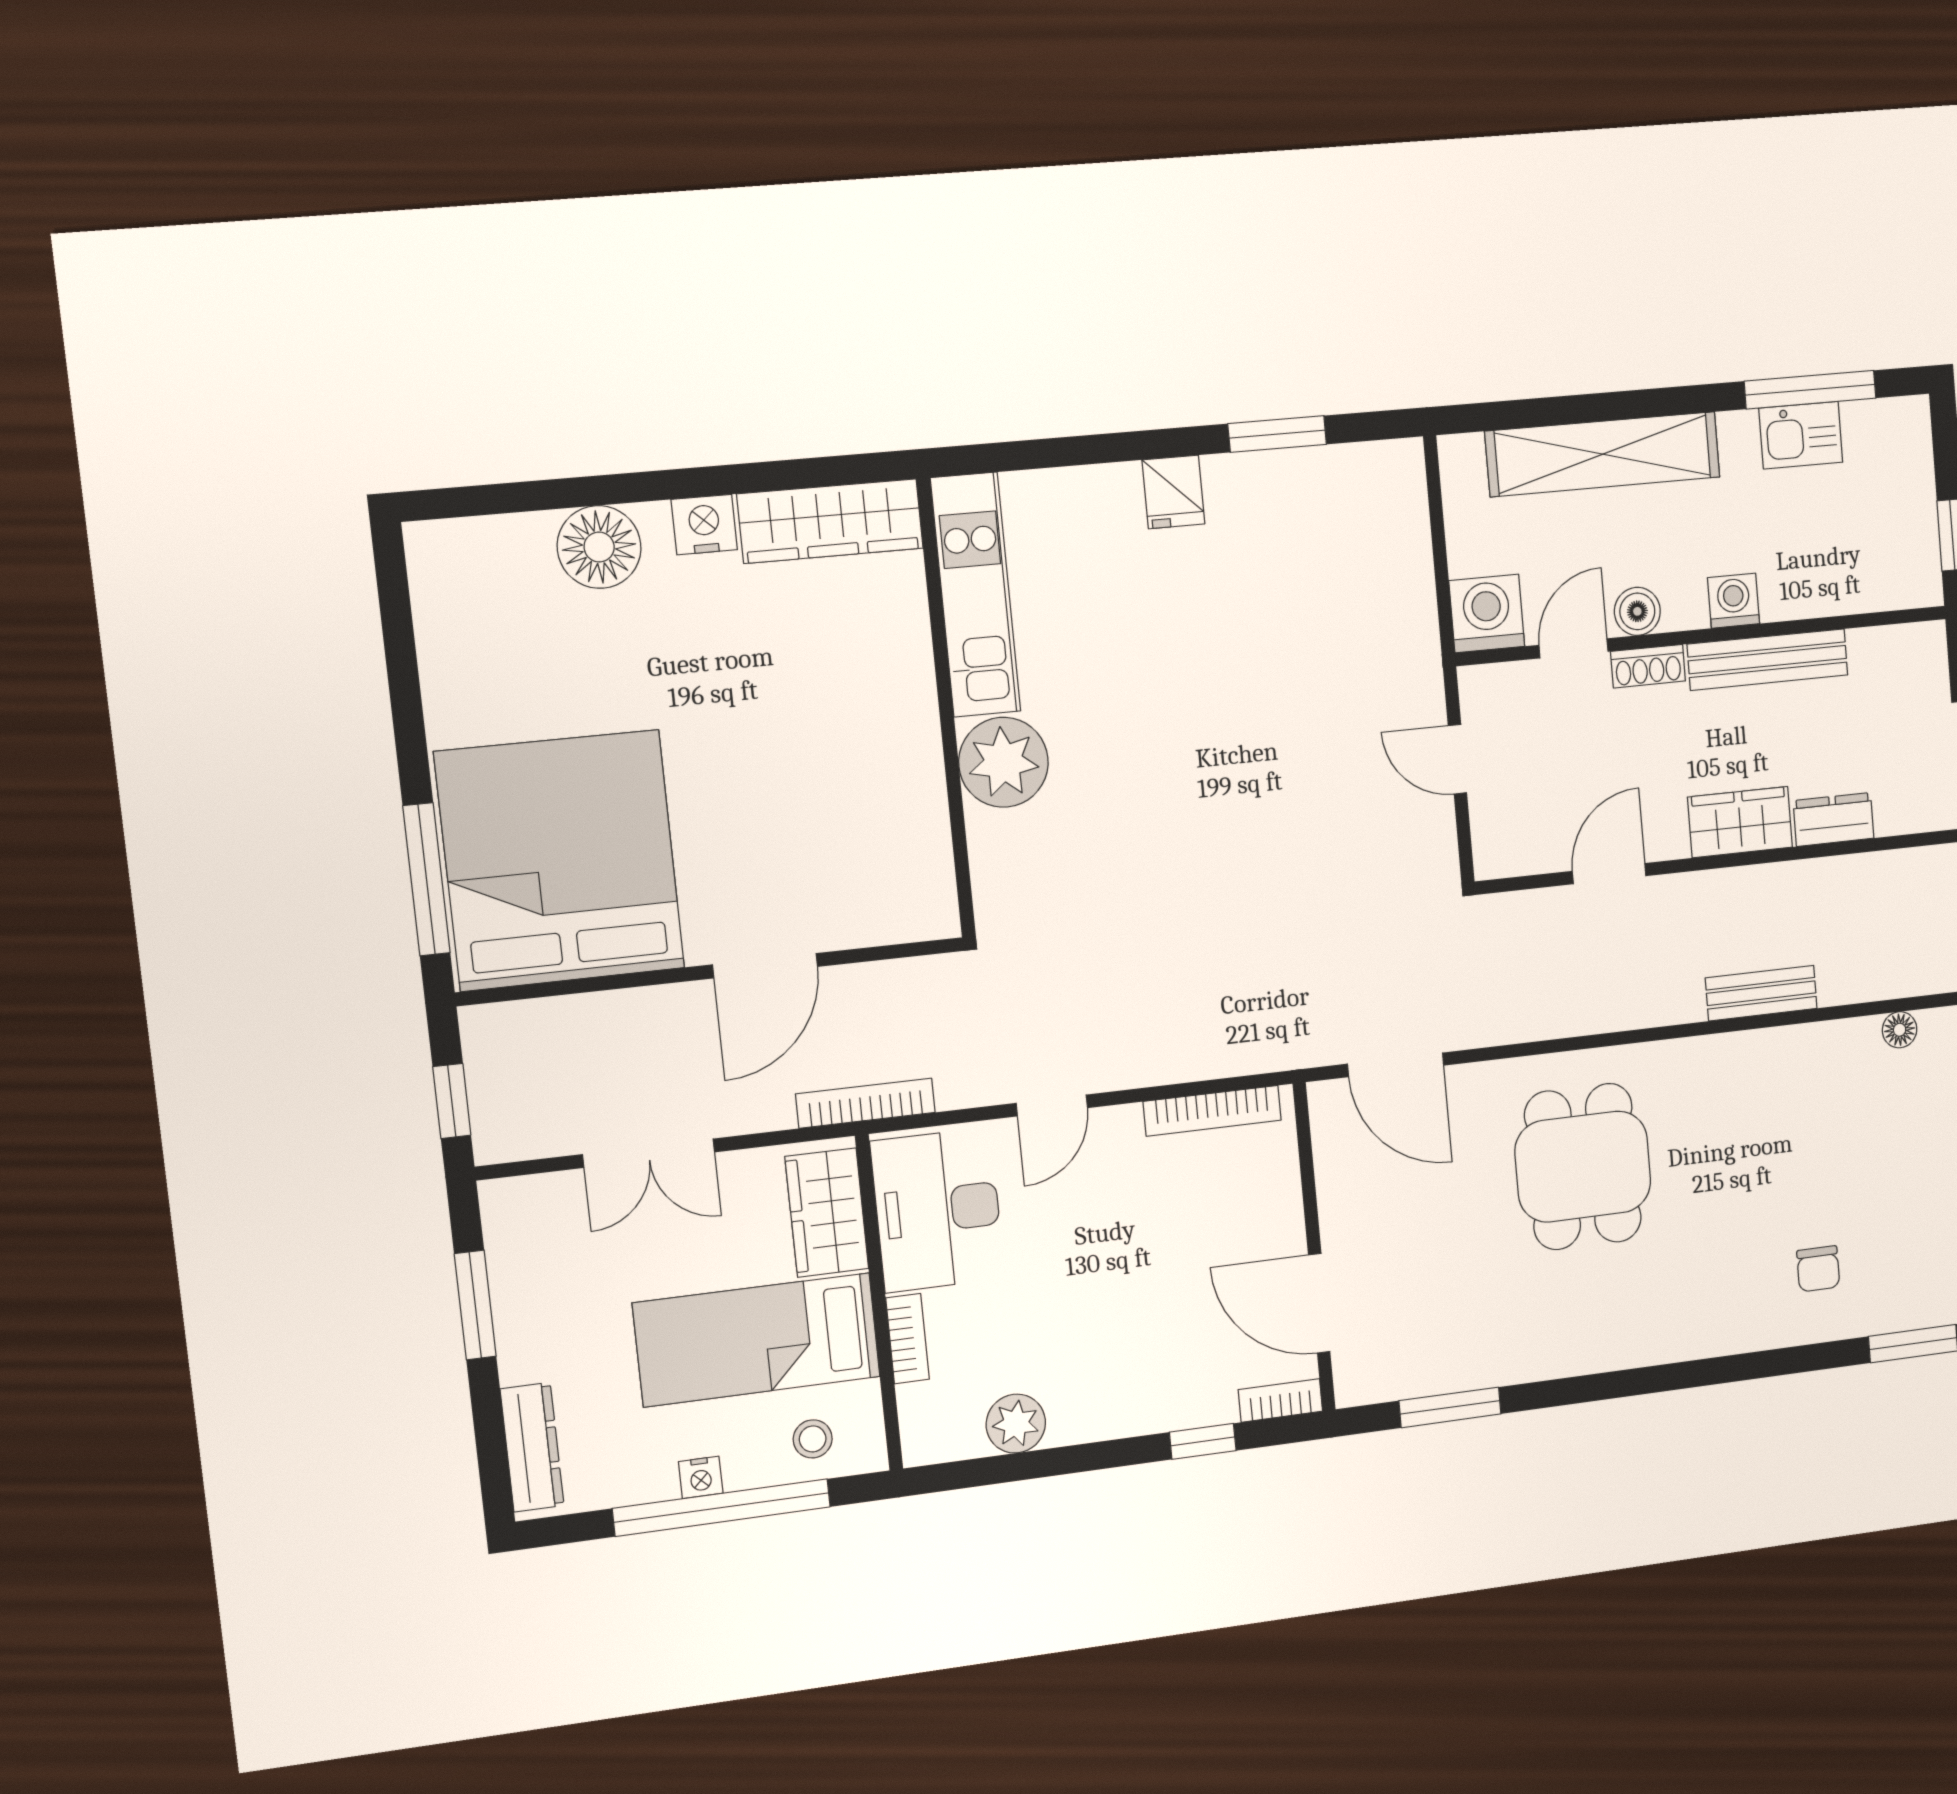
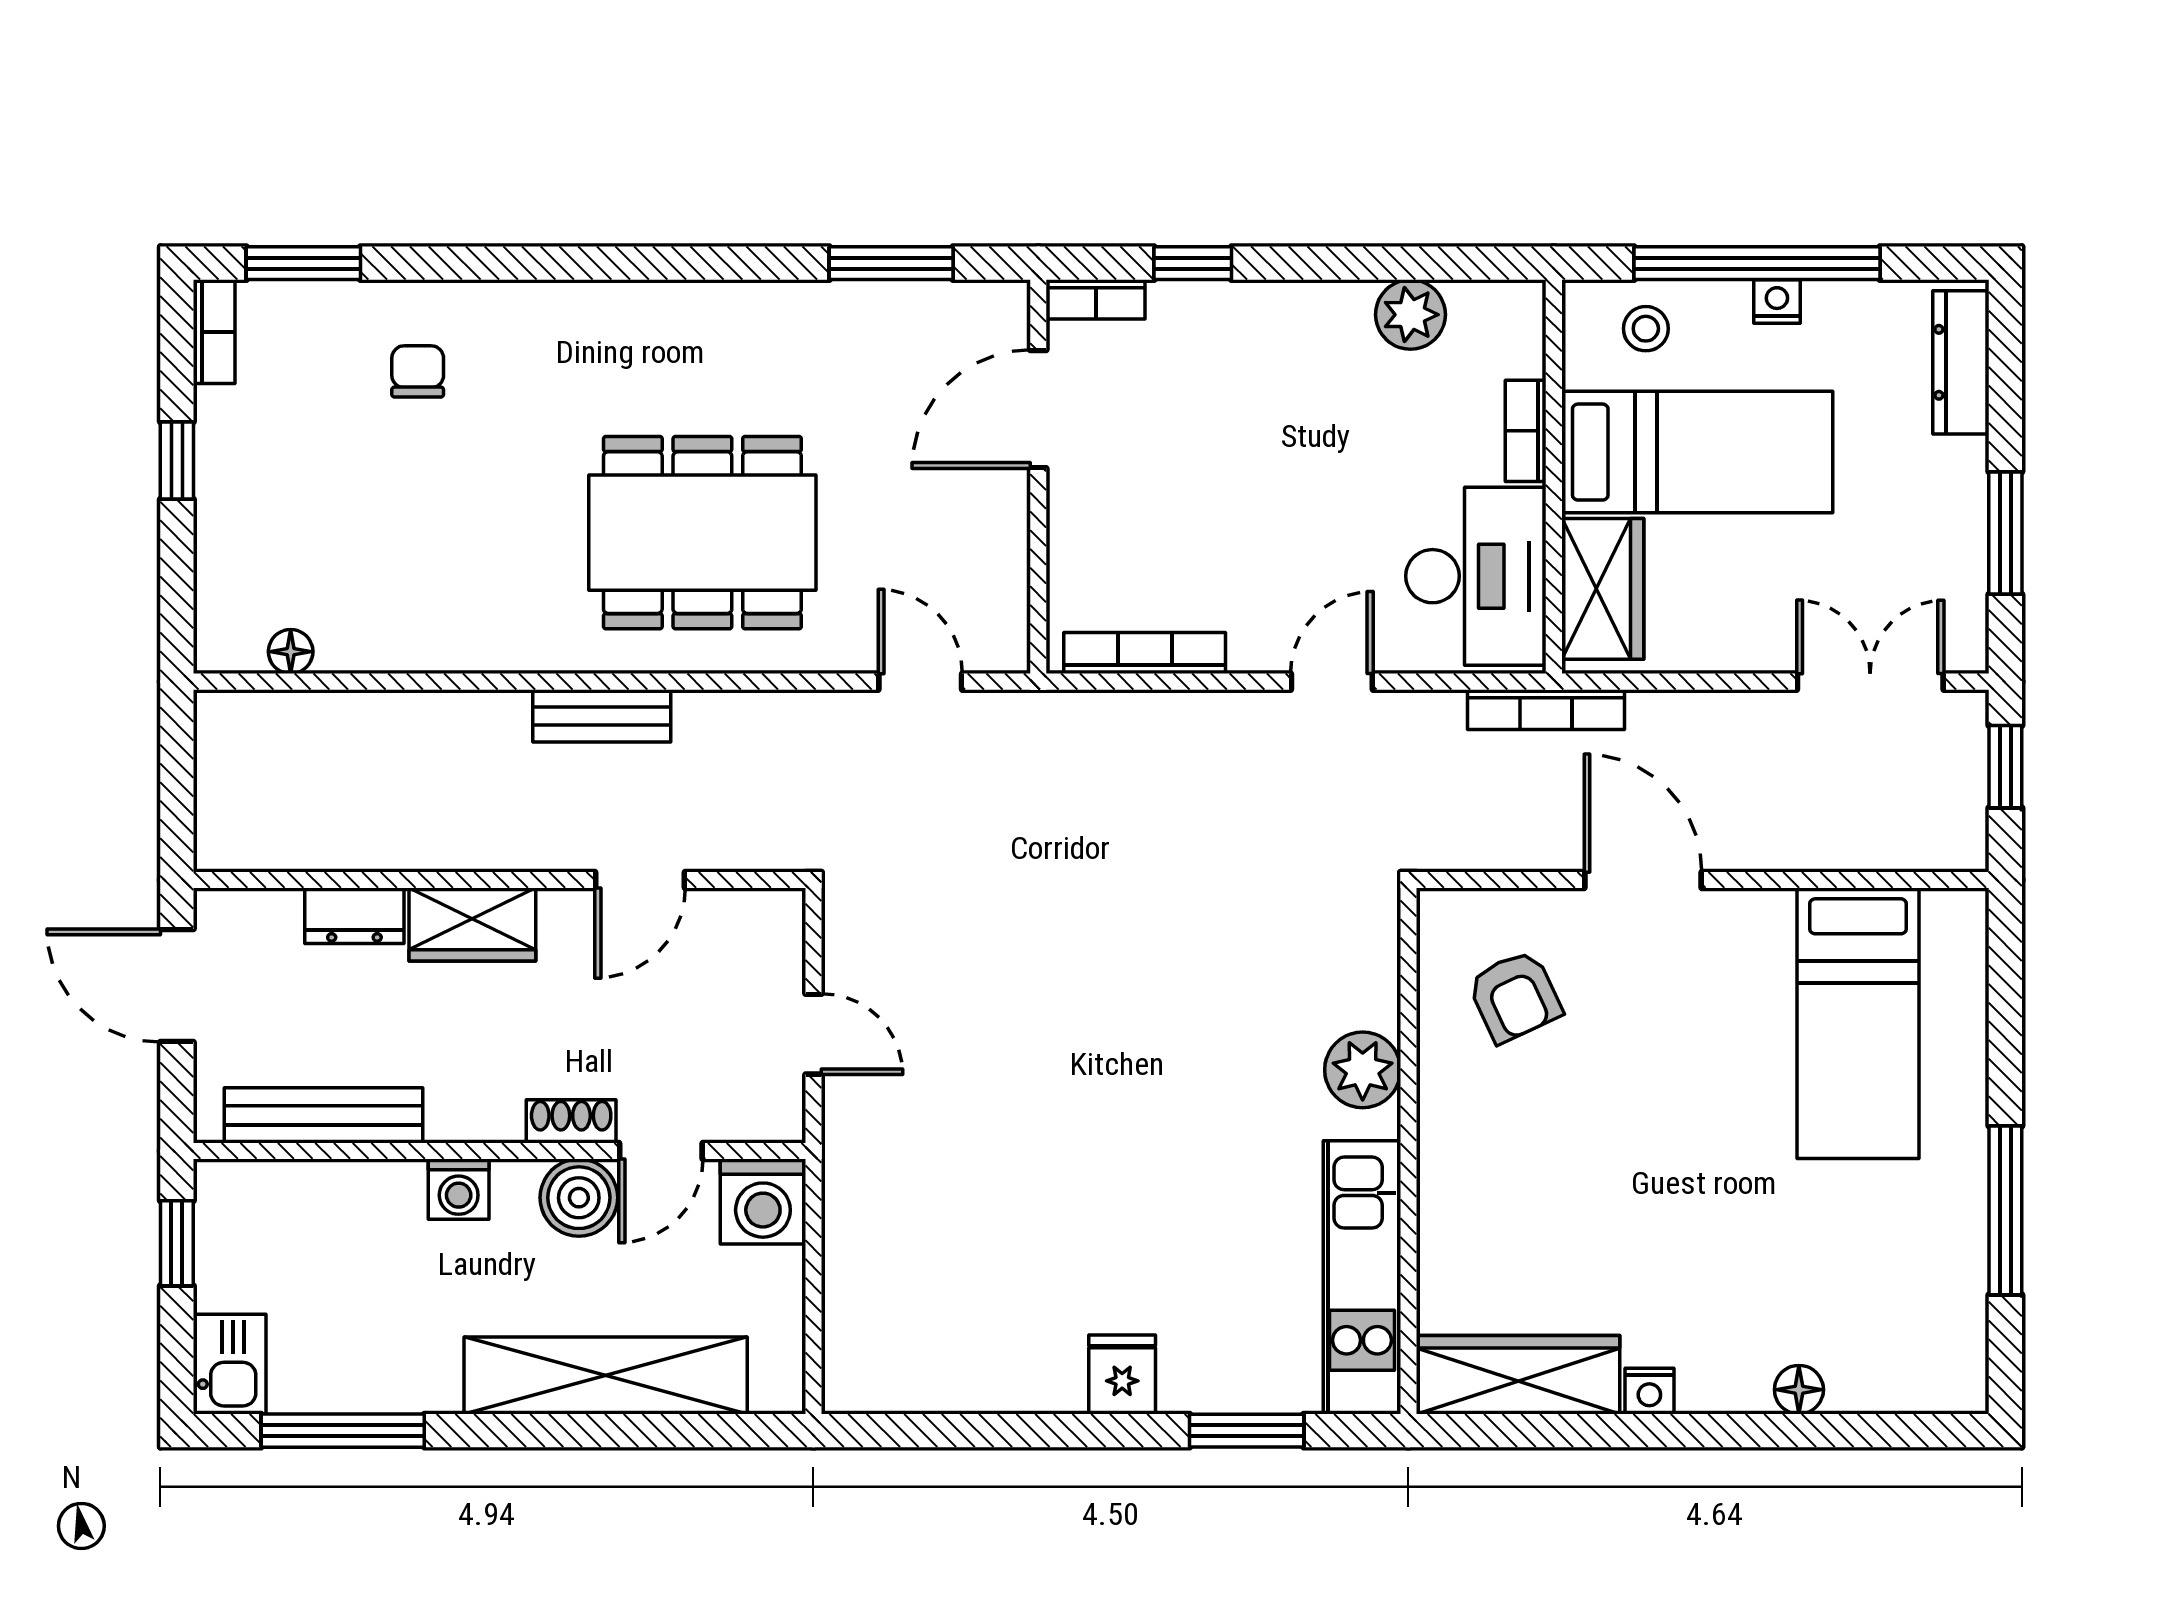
window: (1277, 434) -> (1247, 1431), moved
kitchen sink: (1801, 435) -> (230, 1364), moved, turned 90
nightstand: (704, 525) -> (1649, 1391), width x0.72, depth x0.74
floor lamp: (599, 547) -> (1799, 1390), width x0.53, depth x0.53
boiler: (1637, 611) -> (579, 1198), width x1.36, depth x1.36
bench: (1768, 660) -> (324, 1115), moved
plant: (1003, 762) -> (1363, 1070), width x0.73, depth x0.73
armchair: (867, 853) -> (1515, 996), added
bed: (560, 860) -> (1858, 1023), width x0.49
window: (426, 879) -> (2005, 1210), moved
door: (765, 966) -> (1643, 880), hinge flipped
bench: (1761, 993) -> (602, 716), moved
door: (1396, 1065) -> (920, 682), width x0.73
double door: (649, 1153) -> (1870, 682), moved
dining table: (1583, 1167) -> (702, 533), width x1.38
door: (1319, 1303) -> (1038, 409), swing flipped

